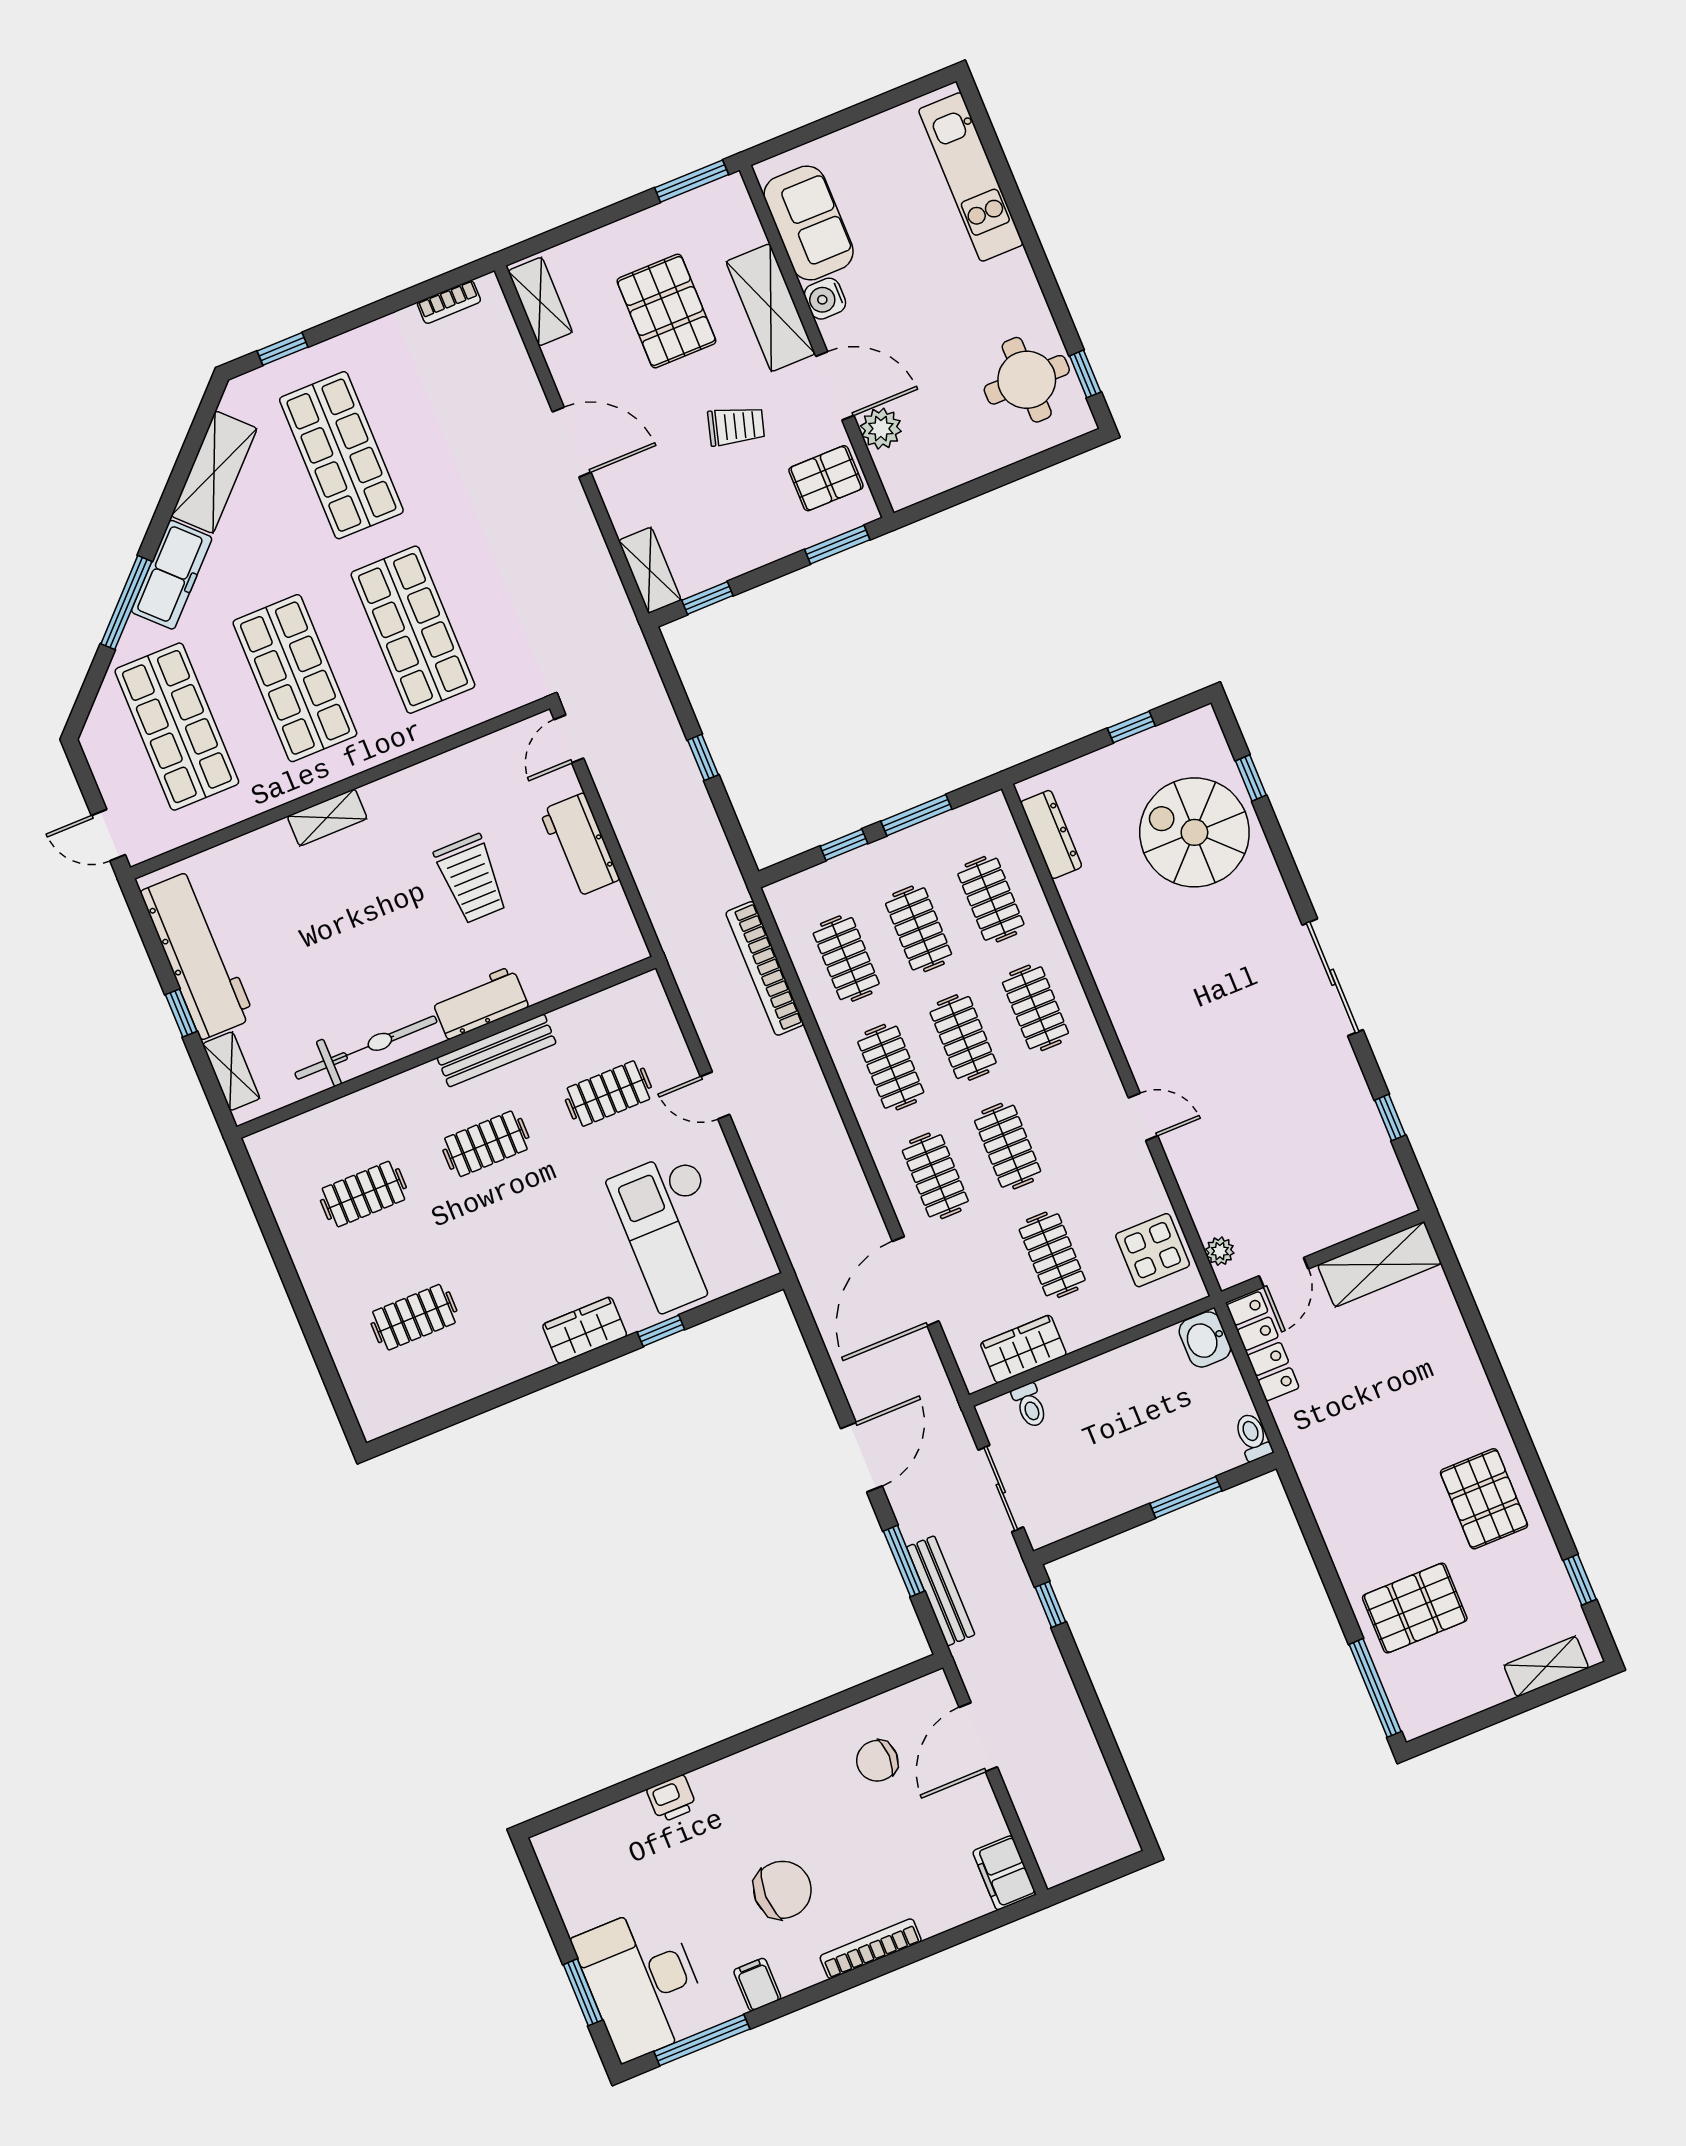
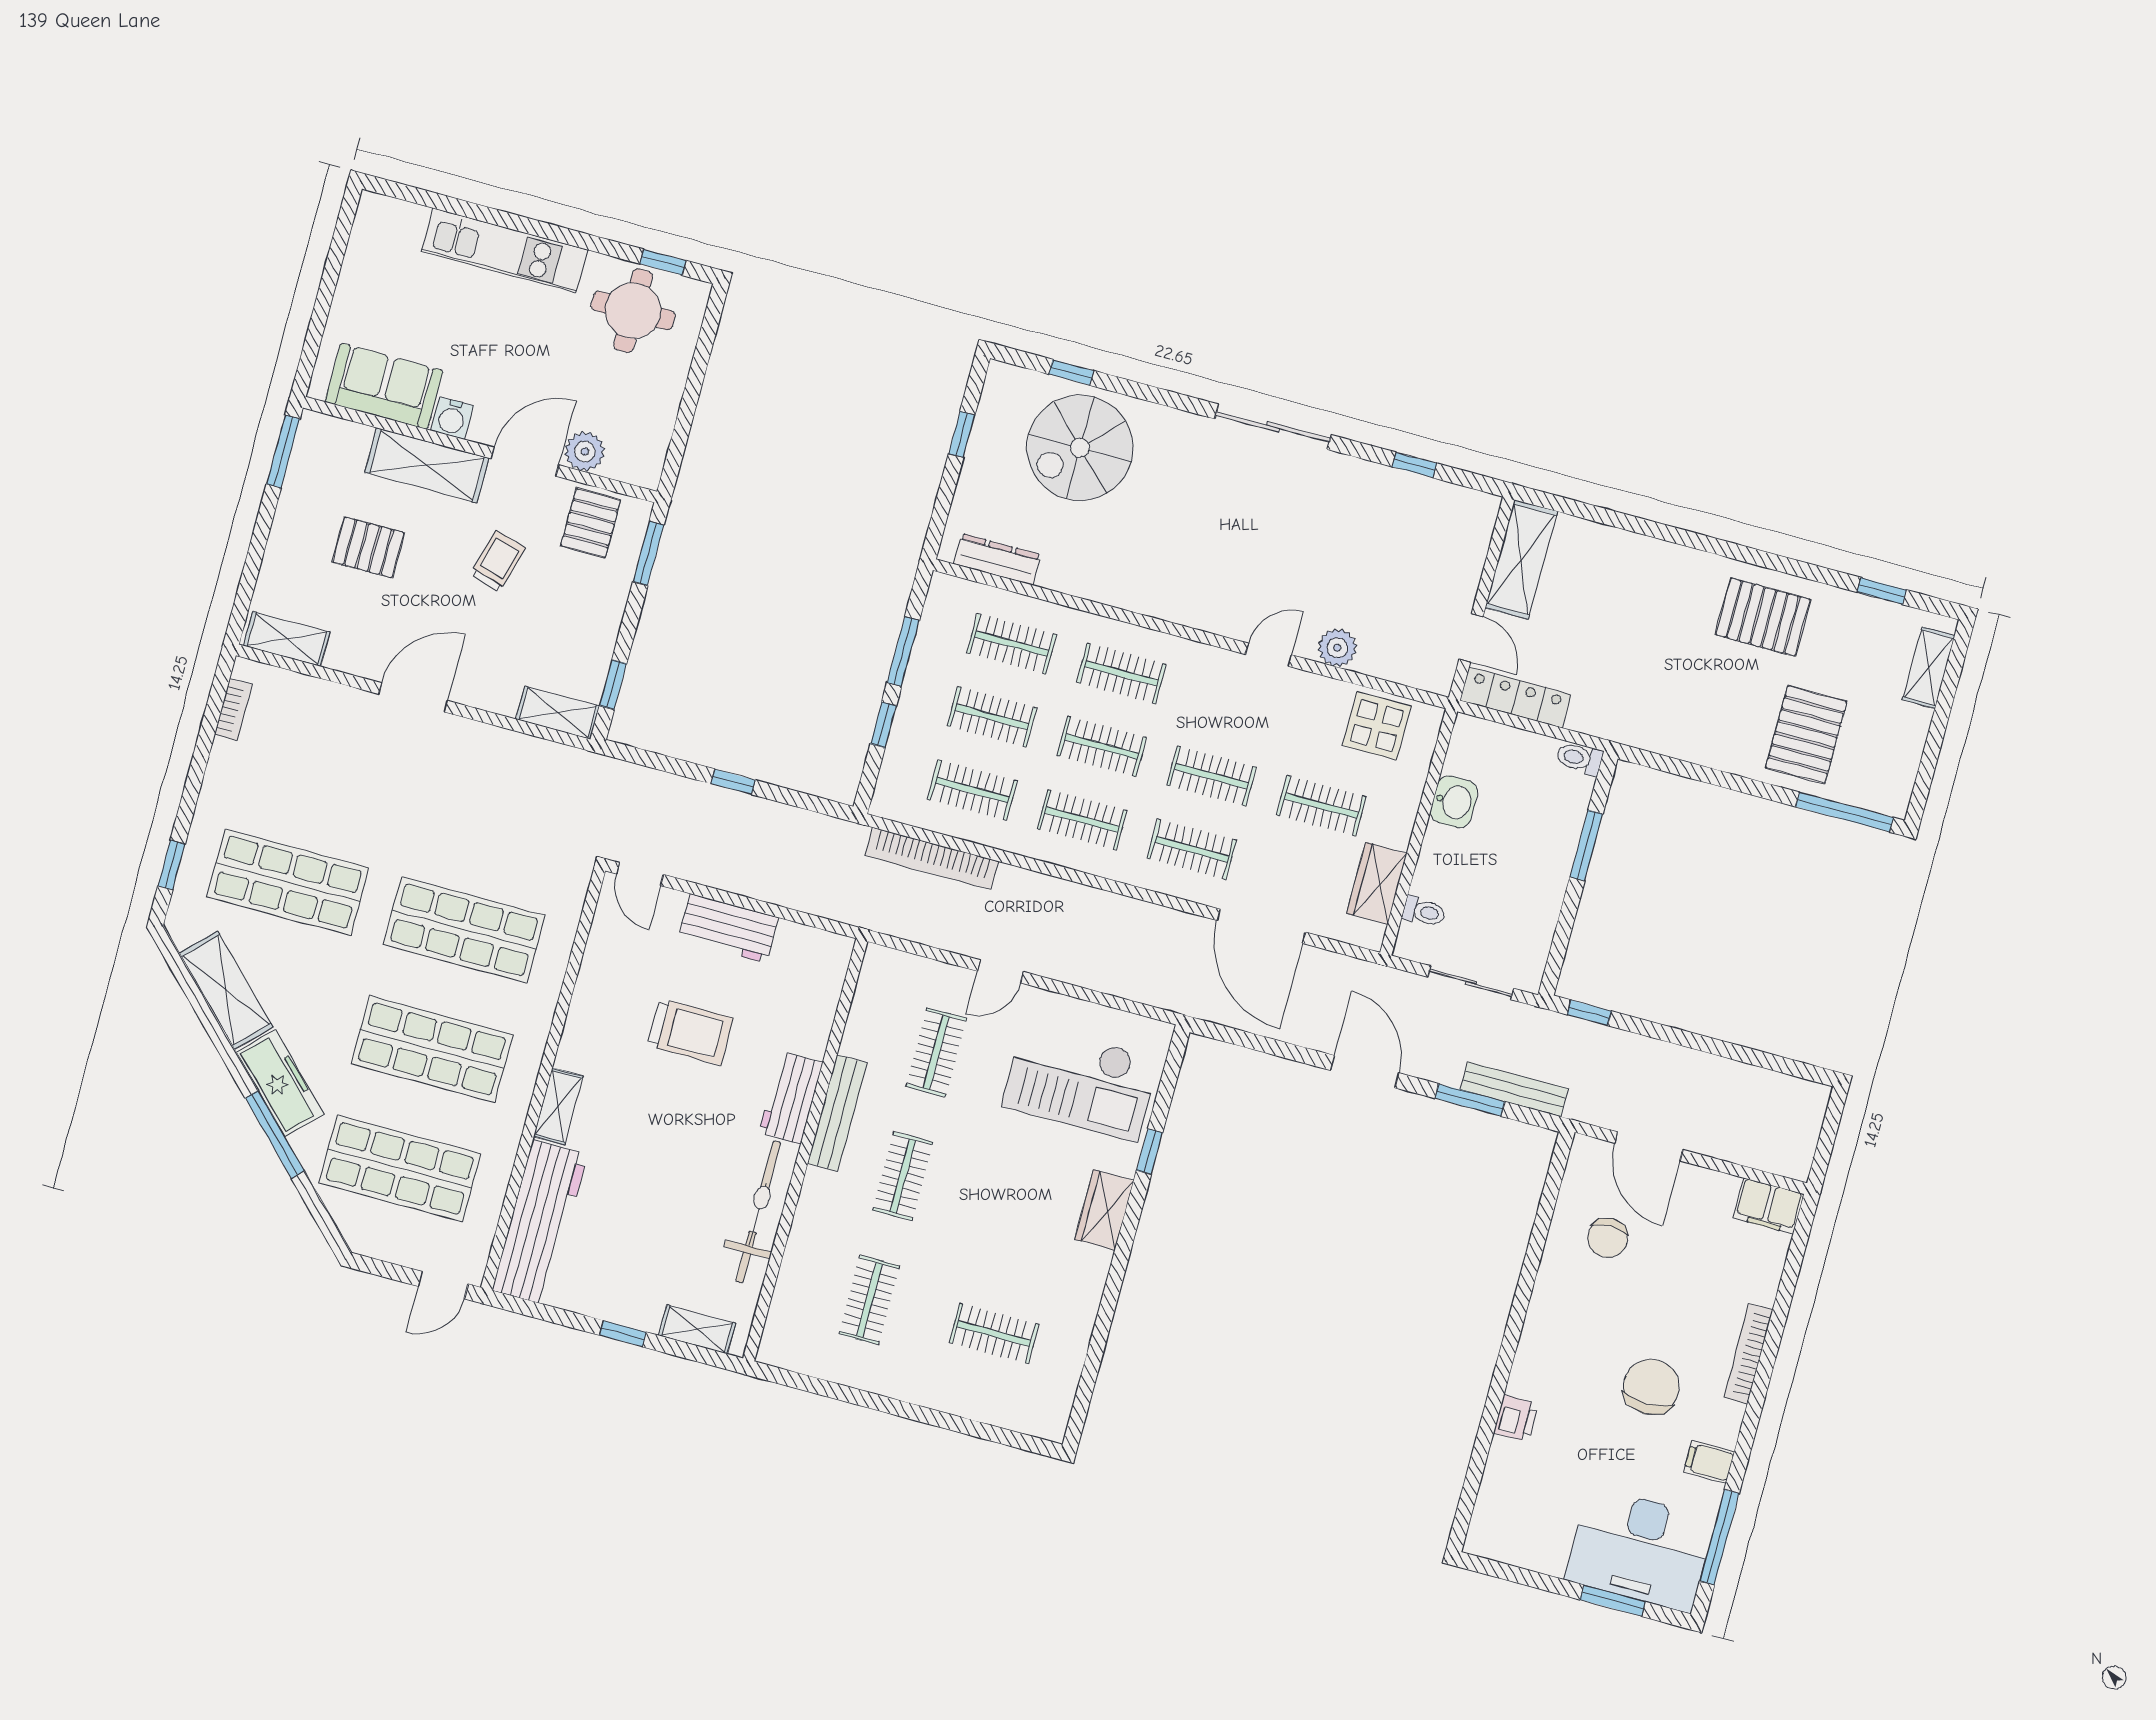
kitchen unit: (971, 177) -> (505, 251), moved
pallet: (666, 311) -> (368, 547), width x0.67, depth x0.71
workbench: (197, 955) -> (540, 1222), moved, turned 90
plant: (1220, 1251) -> (1337, 648), moved, width x1.38, depth x1.38
clothes rail: (414, 1317) -> (994, 1334), turned 90
washbasin: (1205, 1339) -> (1454, 802), moved, turned -90

